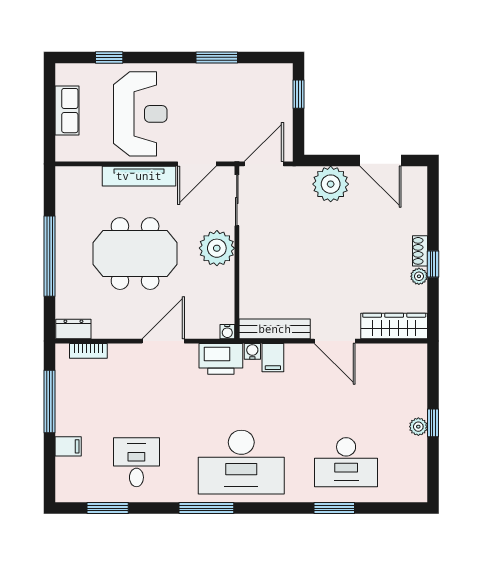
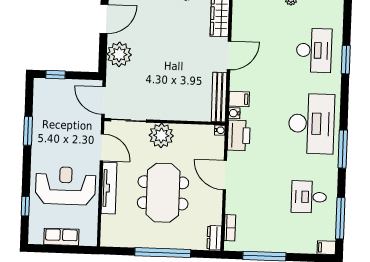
filing cabinet: (68, 446) -> (326, 248), moved, turned -90
window: (108, 508) -> (340, 218), width x1.44

